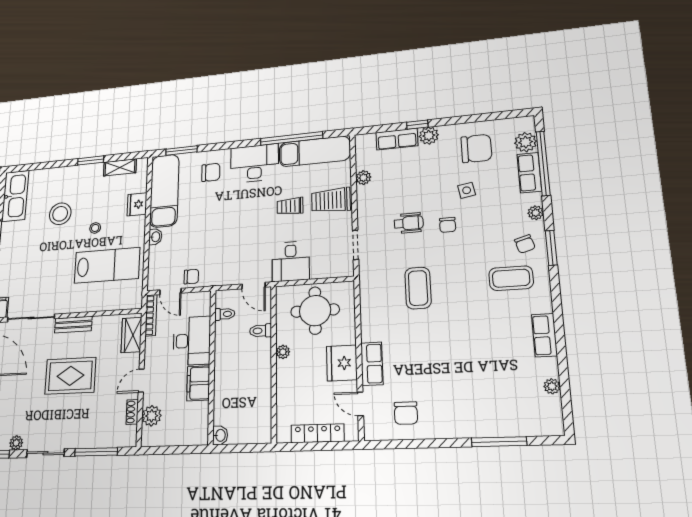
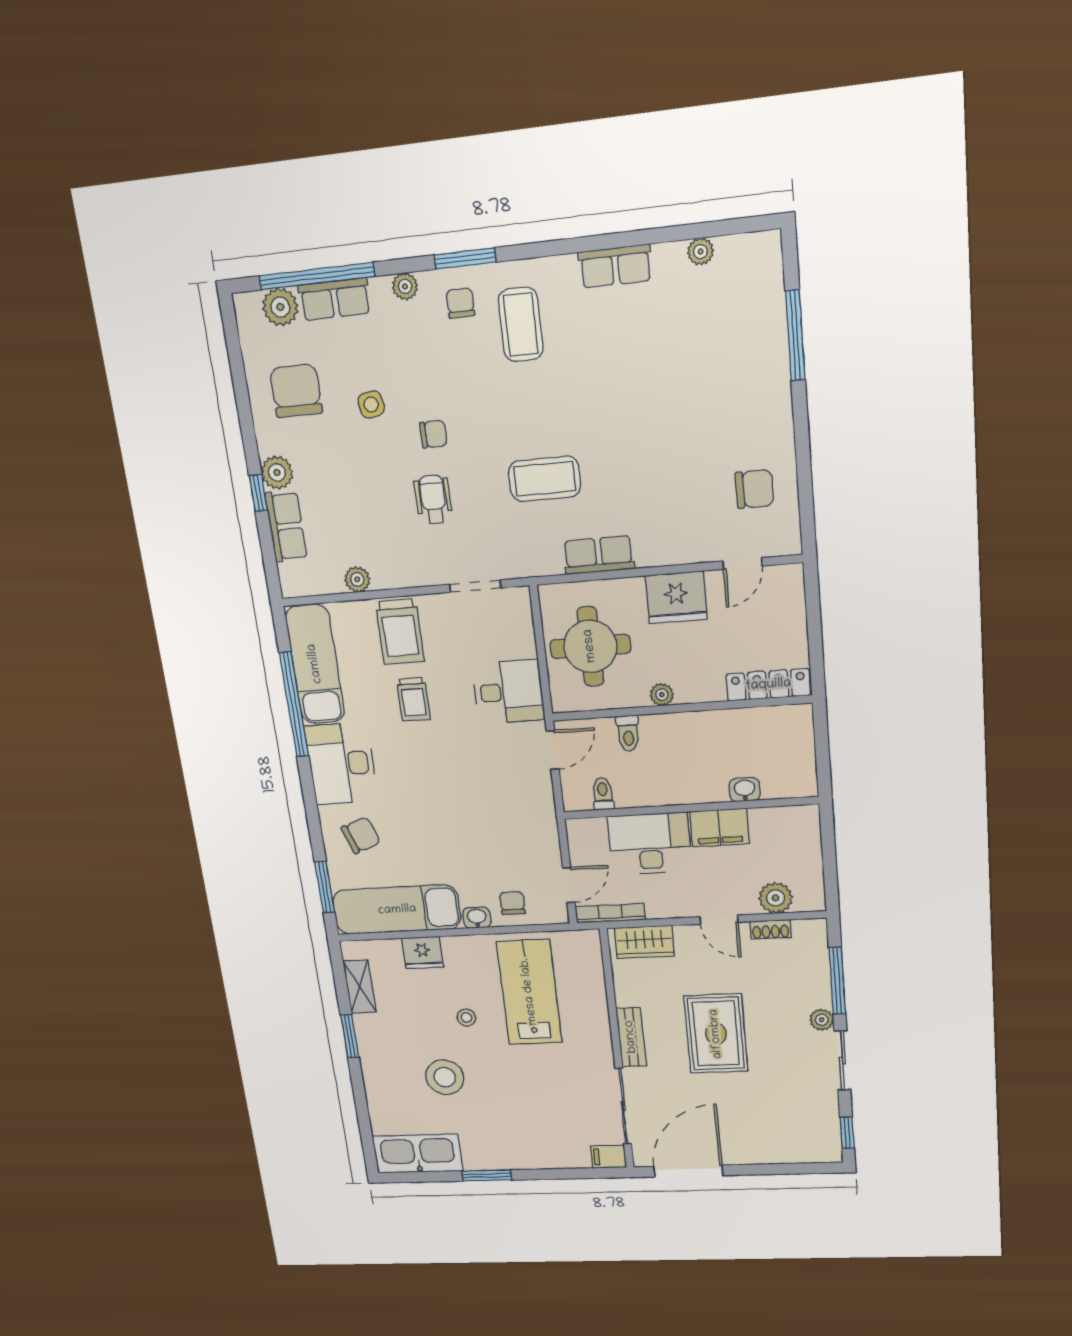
chair: (211, 172) -> (361, 835), turned 70
chair: (525, 244) -> (460, 303), turned -73
chair: (191, 277) -> (512, 903), moved
row of seats: (372, 364) -> (599, 555), moved
locker: (318, 433) -> (768, 685), moved, turned 90
washbasin: (220, 435) -> (745, 790), moved
plant: (16, 443) -> (822, 1020), moved

